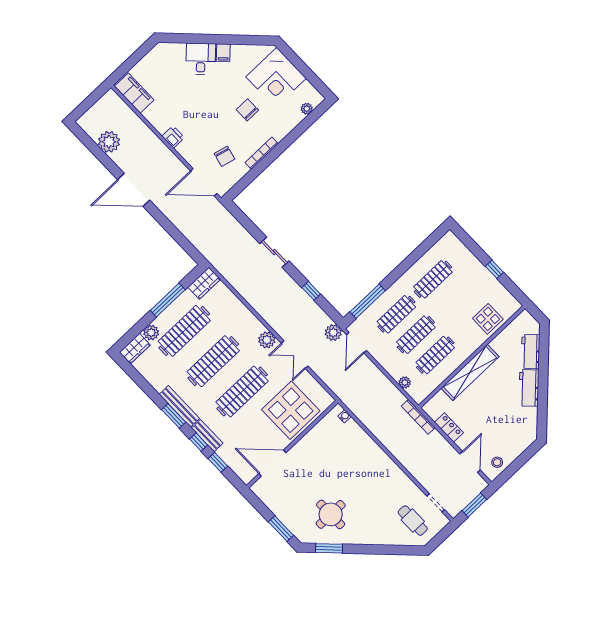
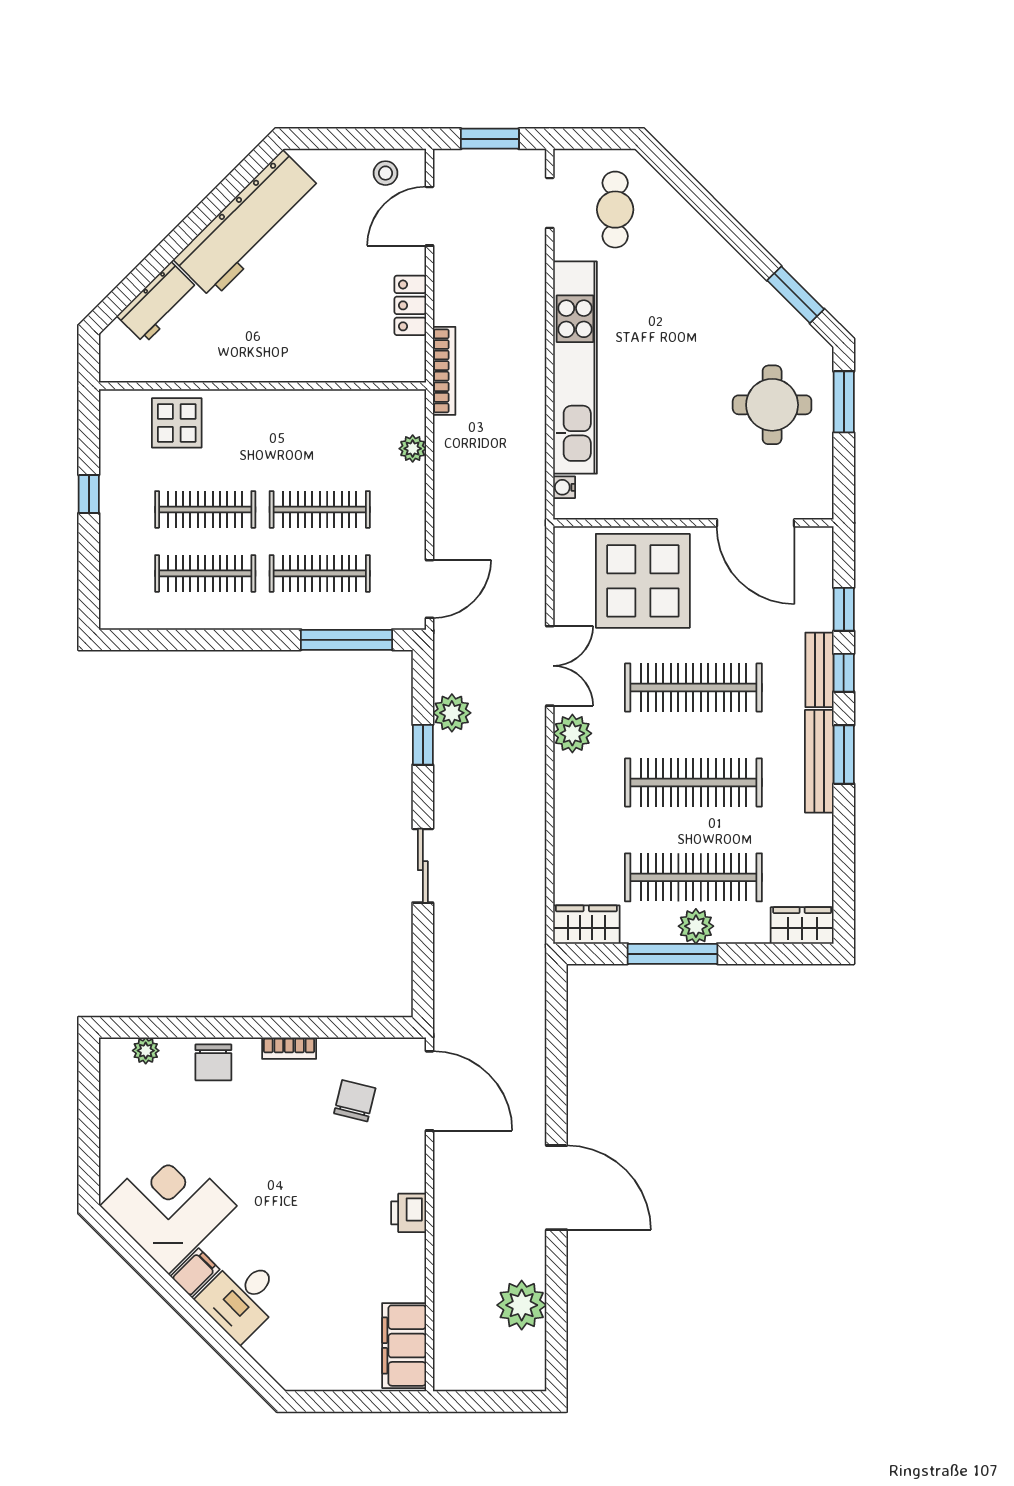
corner desk: (276, 78) -> (168, 1206), moved, turned -45
chair: (247, 110) -> (213, 1062), moved
bookcase: (262, 153) -> (289, 1048), width x0.64
plant: (151, 333) -> (696, 926), moved
plant: (333, 333) -> (452, 713), moved
clothes rail: (435, 355) -> (205, 509), moved
shelving: (470, 372) -> (290, 363), removed
workbench: (529, 388) -> (248, 225), width x1.87, depth x1.32
kitchen unit: (377, 458) -> (575, 368), added
round table: (331, 514) -> (772, 405), moved

